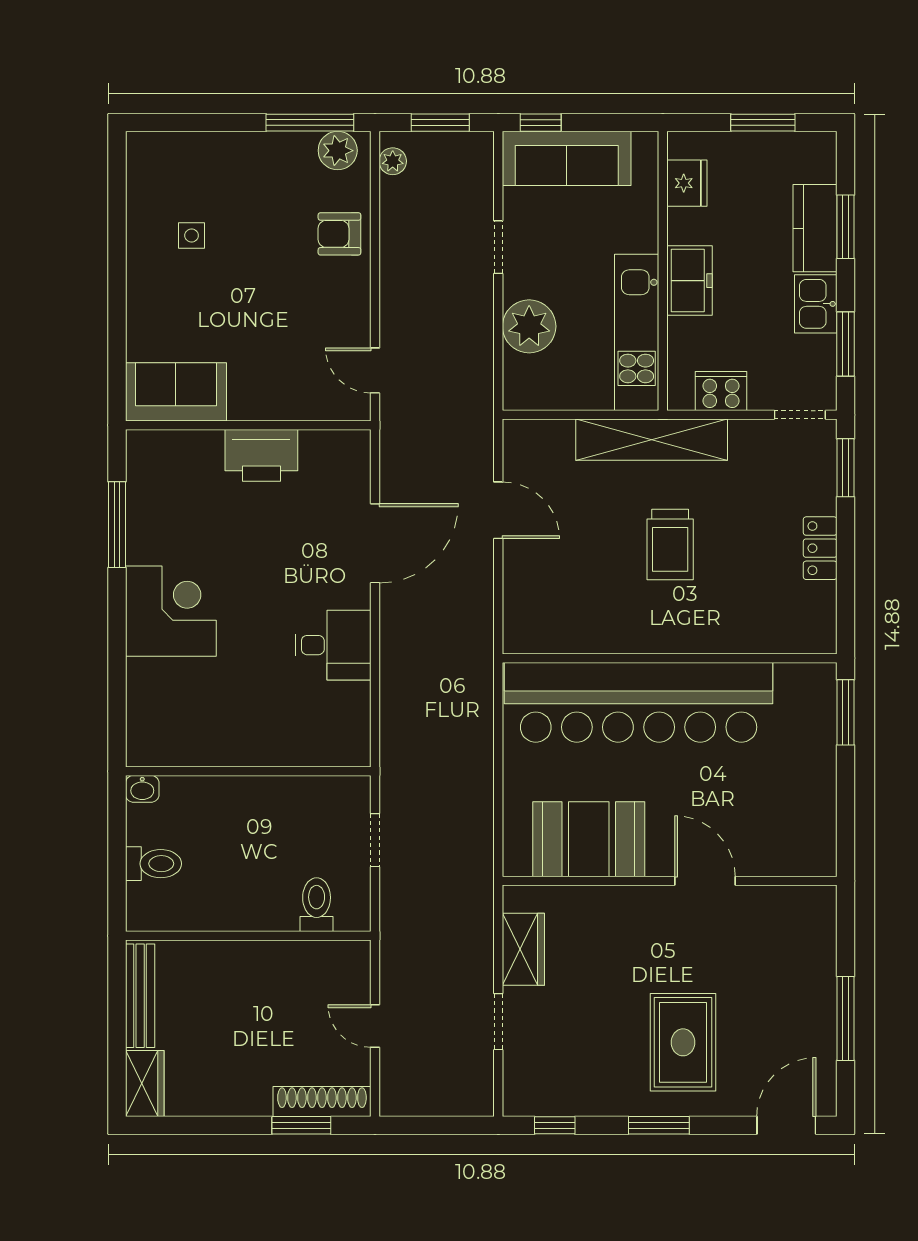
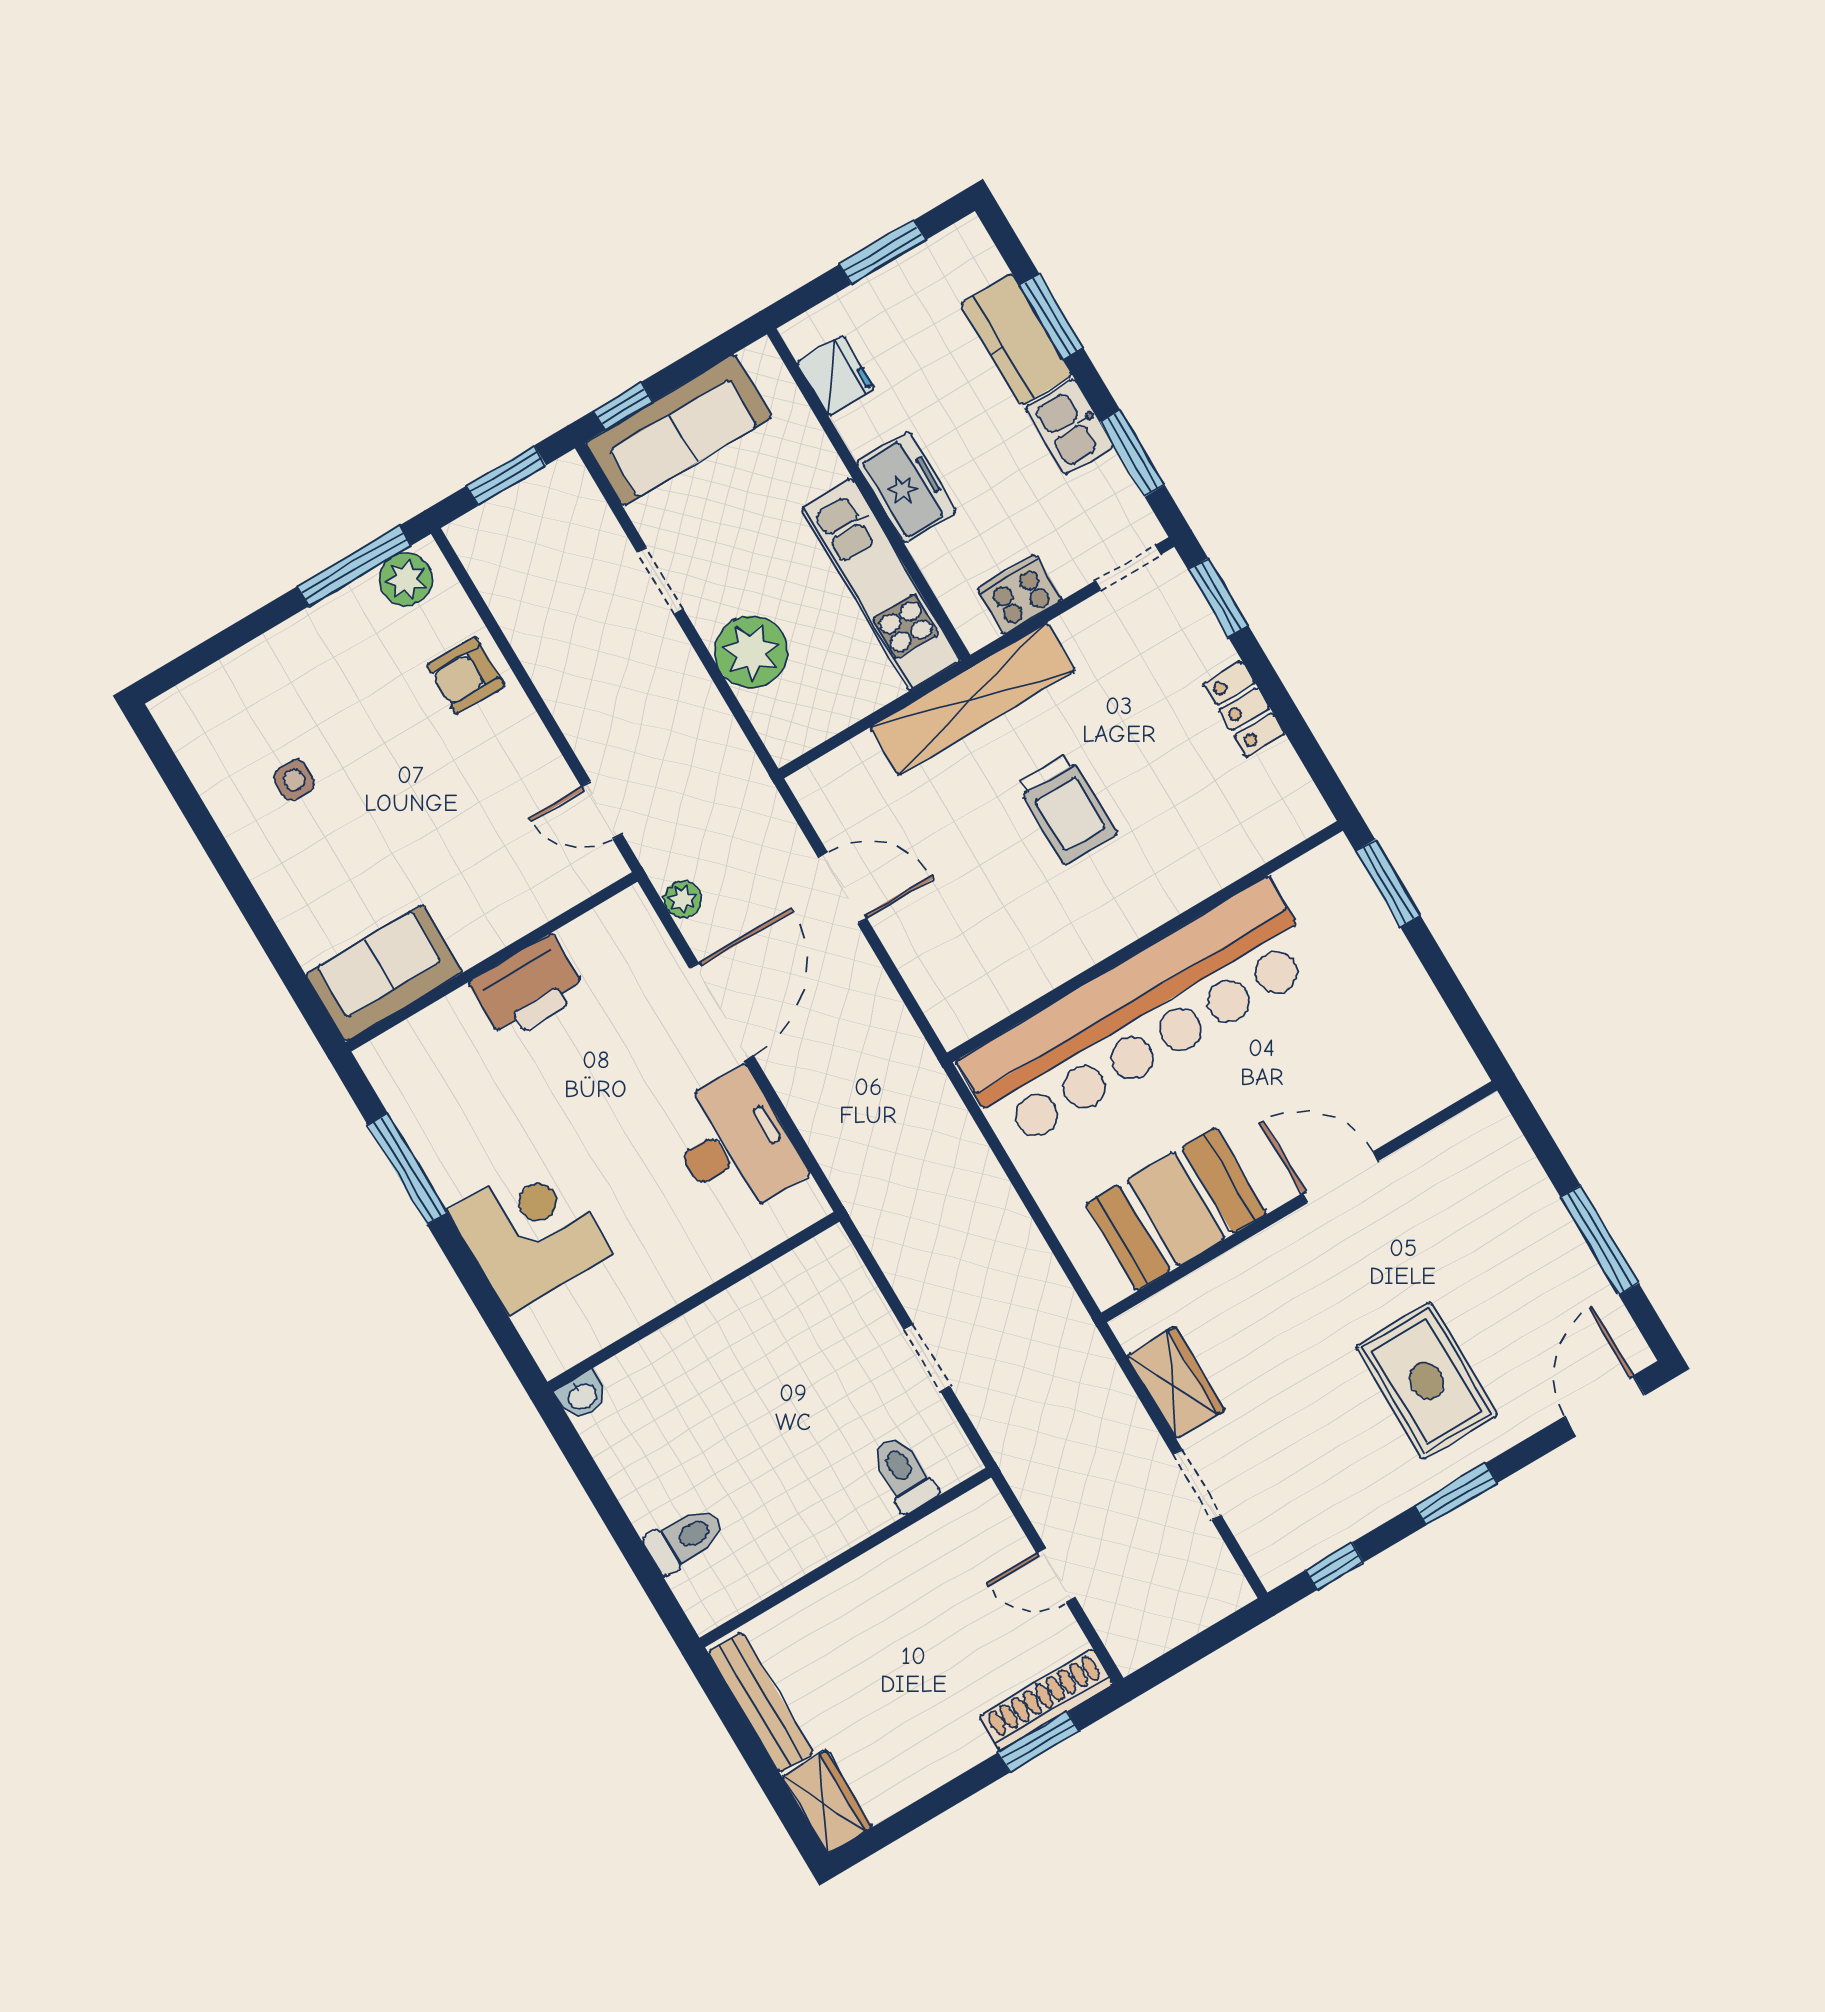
plant: (393, 161) -> (683, 899), moved
desk: (333, 645) -> (734, 1144), width x1.37
wall: (248, 771) -> (693, 1302), moved
washbasin: (142, 789) -> (582, 1396), moved

